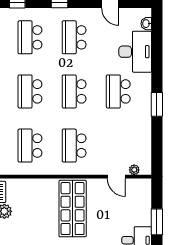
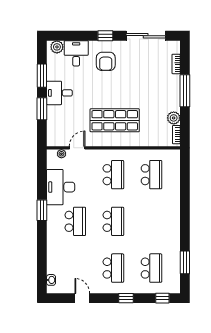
desk: (135, 52) -> (61, 187), moved
school desk: (30, 91) -> (151, 221), removed
door: (116, 177) -> (77, 148), hinge flipped
shop shelf: (73, 209) -> (115, 120), turned 90

